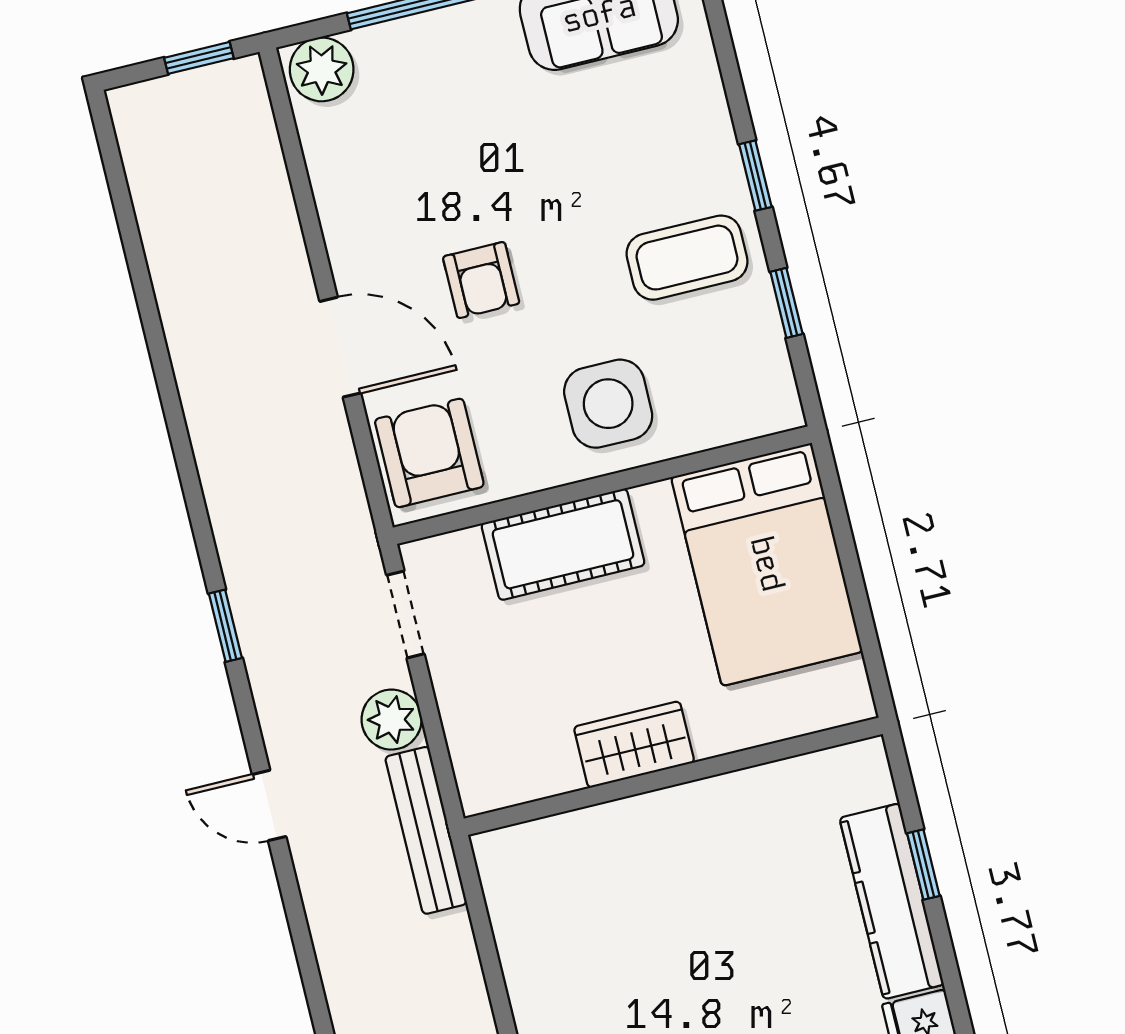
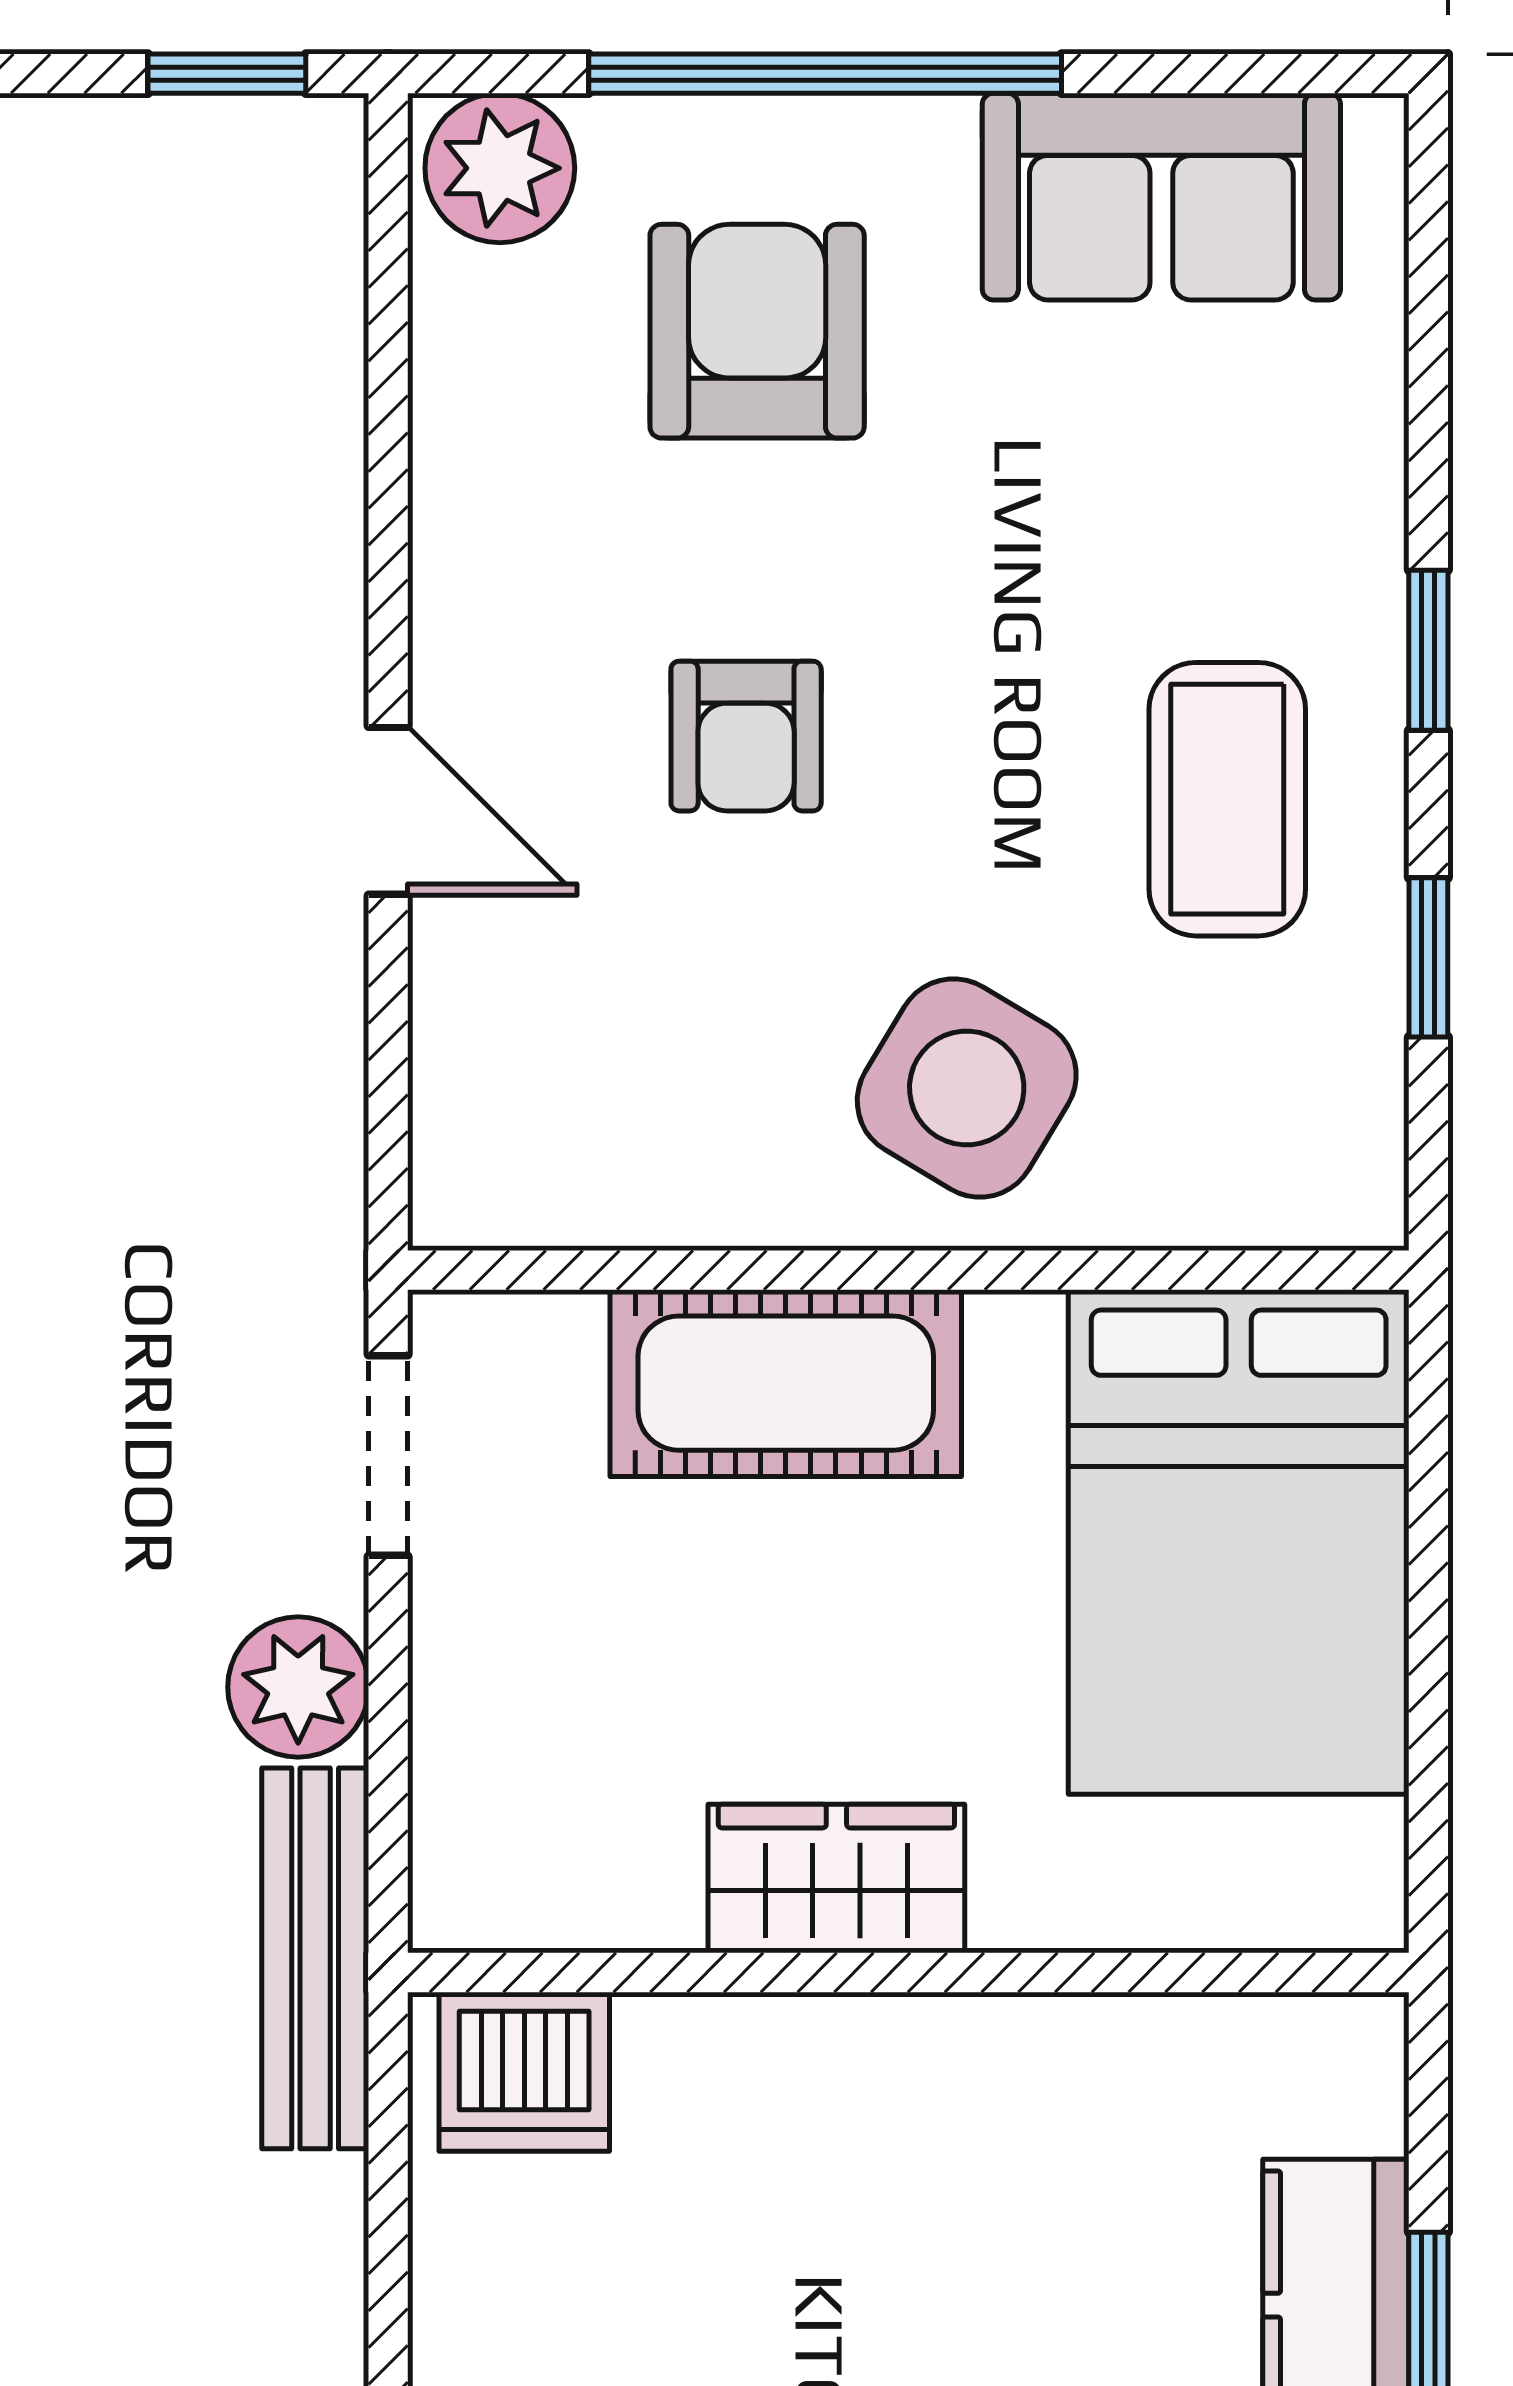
coffee table: (687, 258) -> (1227, 799), turned 90
door: (340, 347) -> (388, 811), width x0.73
side table: (608, 404) -> (967, 1088), turned 31
armchair: (429, 453) -> (757, 331), moved
dishwasher: (524, 856) -> (524, 2072), added

